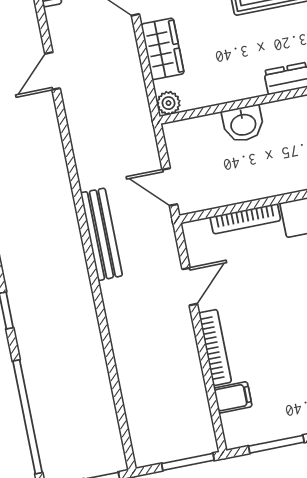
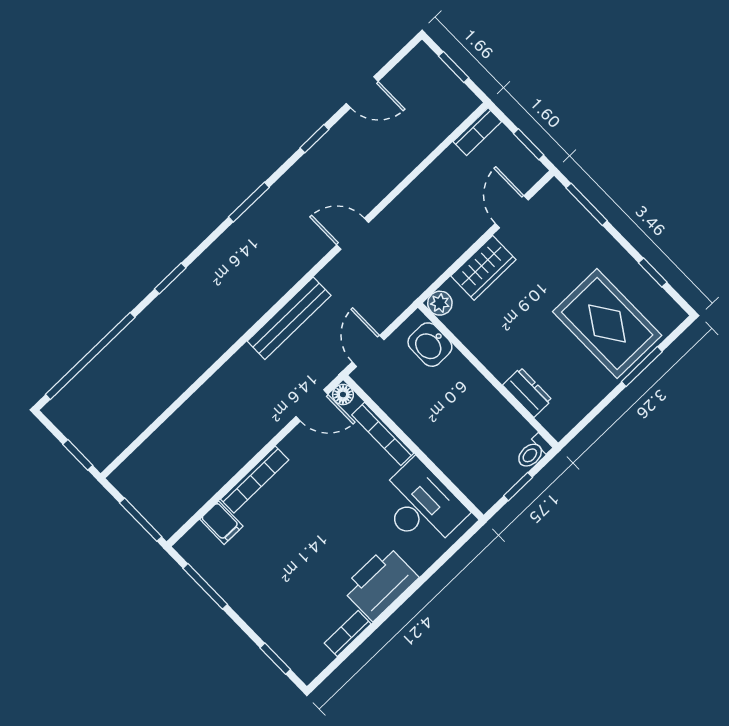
door: (52, 71) -> (353, 234), moved
washbasin: (243, 124) -> (430, 345), moved
floor lamp: (192, 230) -> (343, 395), added
door: (190, 287) -> (312, 405), moved

